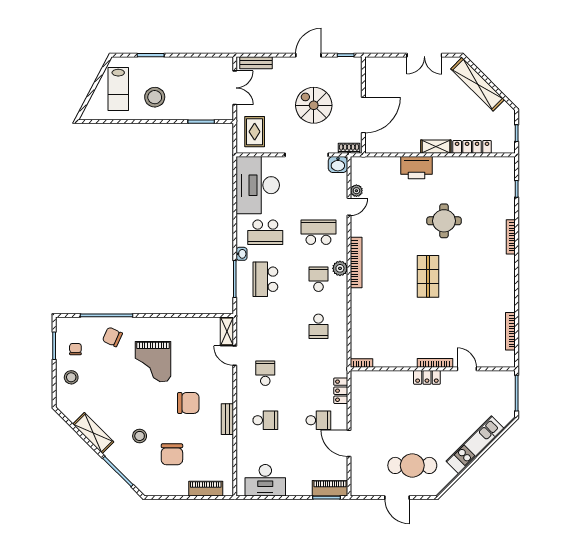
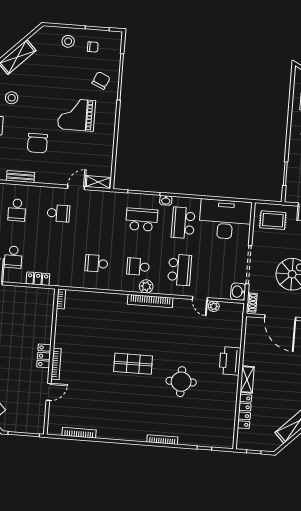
school desk: (318, 279) -> (138, 267), turned 180

